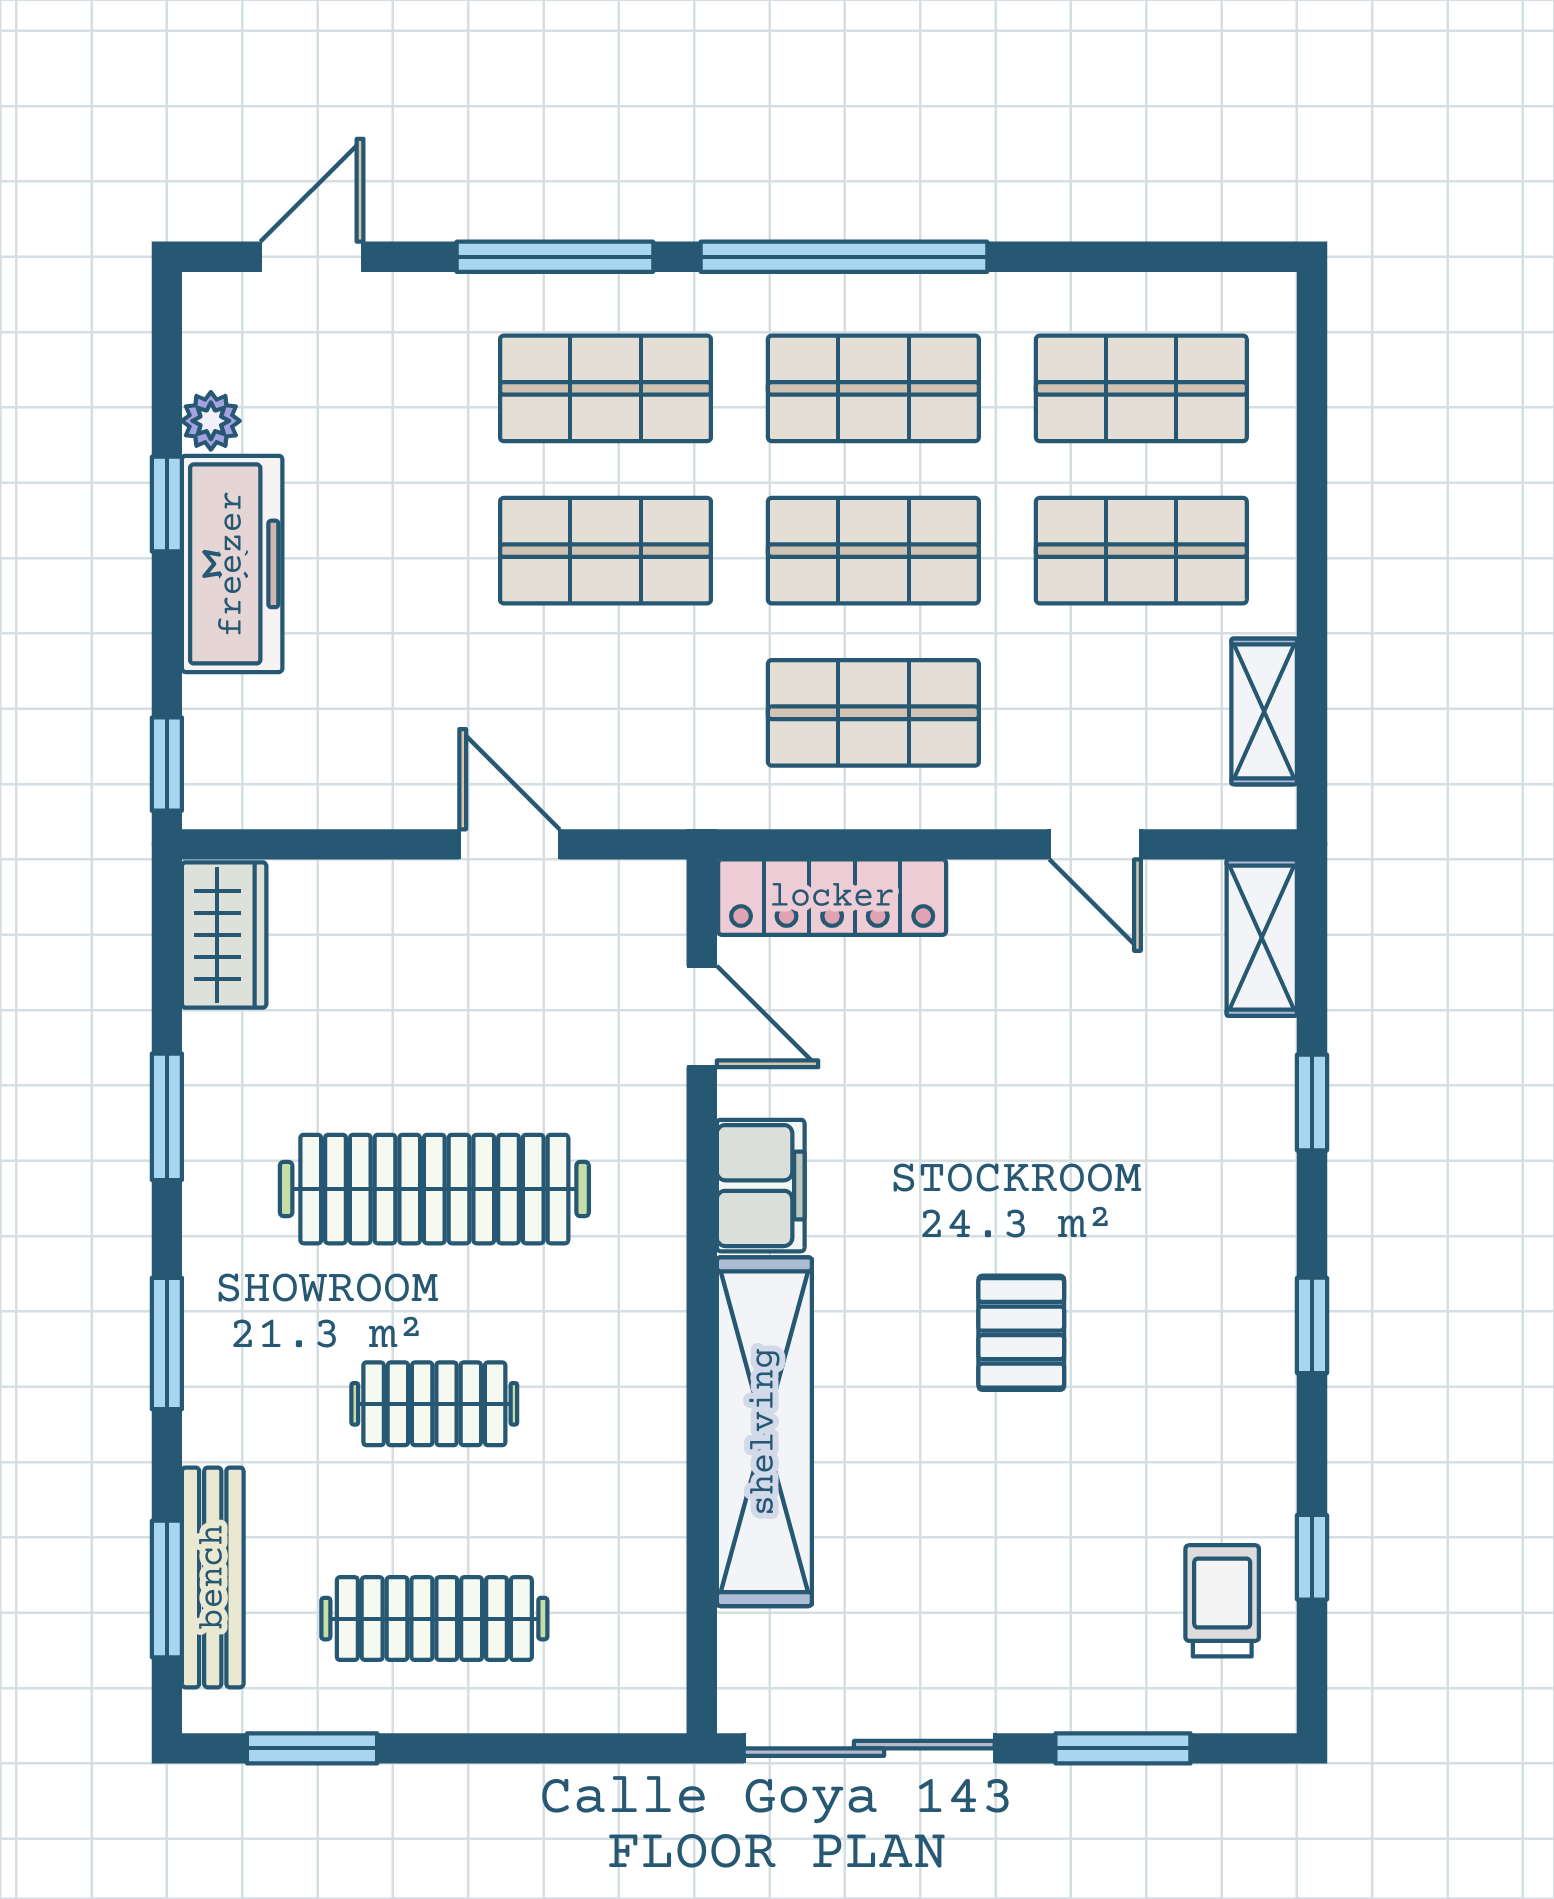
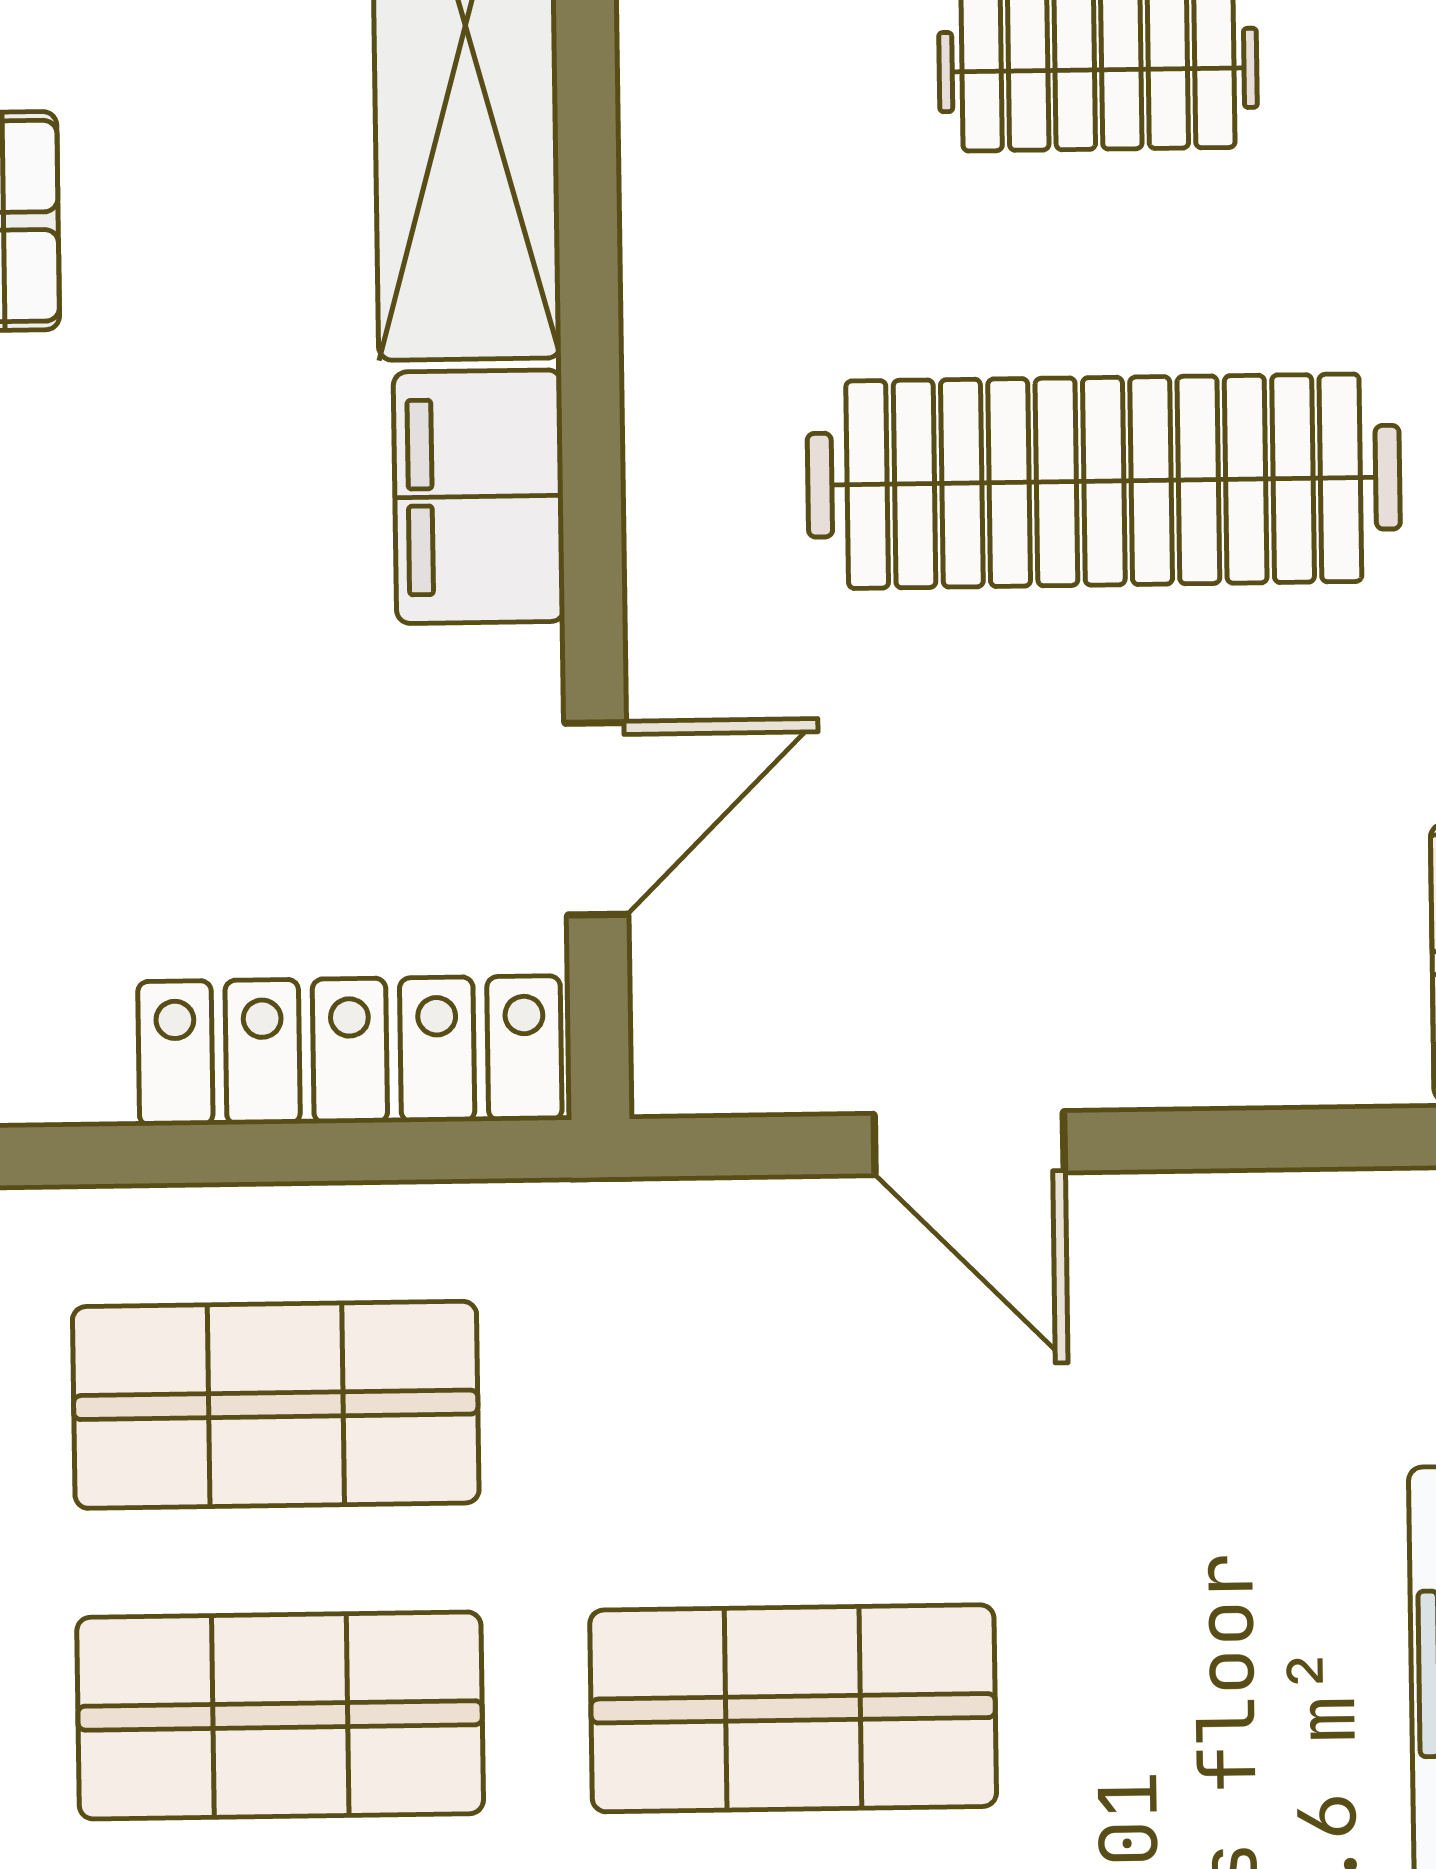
door: (702, 1017) -> (596, 819), swing flipped

